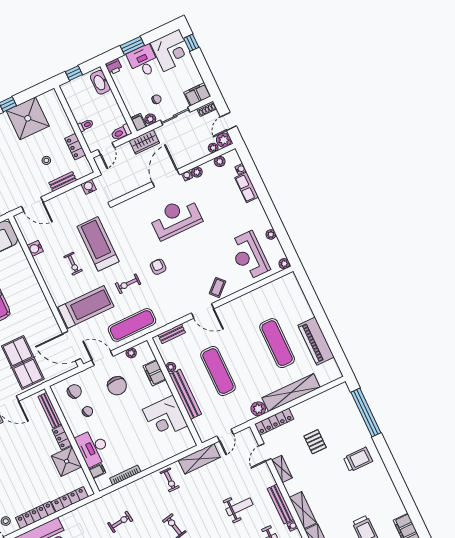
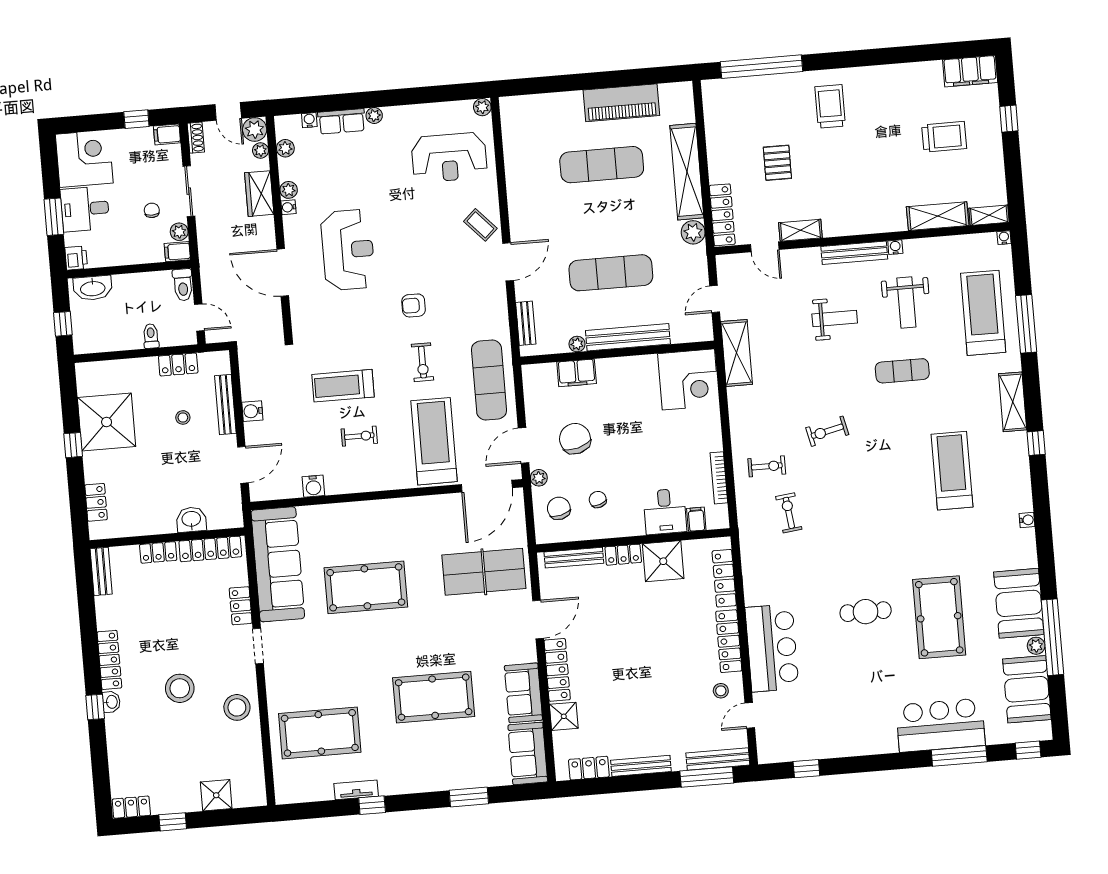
window: (191, 43) -> (136, 119), moved
filing cabinet: (197, 94) -> (167, 134), width x0.50
wardrobe: (144, 142) -> (259, 194), moved, turned 180
door: (166, 178) -> (283, 273), moved
bench: (63, 182) -> (225, 404), width x1.36
water cooler: (89, 187) -> (252, 411), moved
reception desk: (176, 218) -> (348, 250), turned 180
plant: (271, 234) -> (374, 116), moved
treadmill: (98, 244) -> (343, 386), width x0.73, depth x0.73
plant: (131, 353) -> (539, 478), moved
chair: (117, 386) -> (575, 439), turned -105
corner desk: (165, 418) -> (688, 379), moved
door: (225, 435) -> (715, 299), swing flipped
pallet: (315, 442) -> (777, 163), turned 90
desk: (93, 448) -> (665, 511), width x0.73
exercise bike: (170, 480) -> (767, 466), moved
weight bench: (239, 507) -> (835, 319), turned 90
shelving: (303, 510) -> (877, 222), removed

